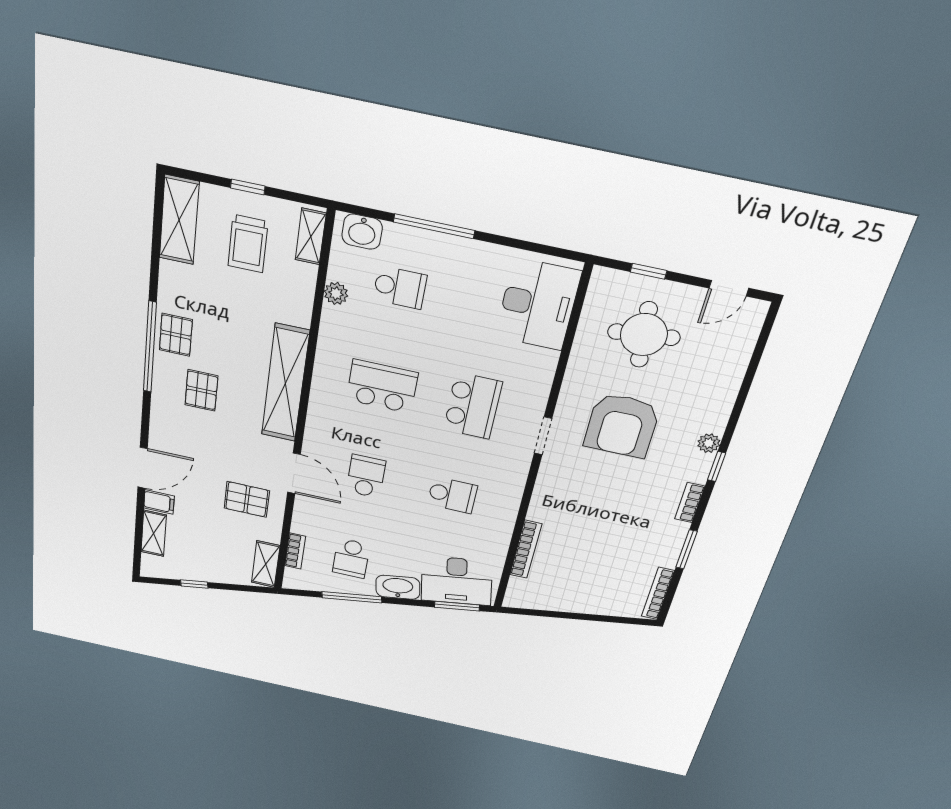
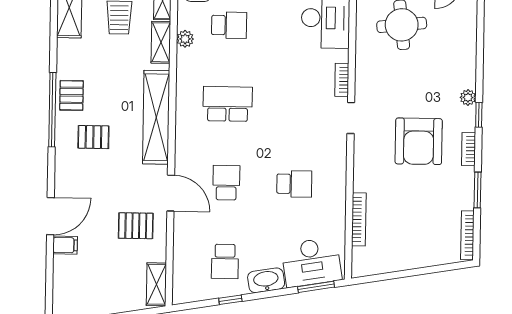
pallet: (201, 390) -> (93, 137), turned 90
school desk: (473, 406) -> (296, 105), removed
armchair: (622, 426) -> (419, 141), moved
shelving: (154, 533) -> (161, 42), moved
bookcase: (295, 551) -> (342, 80), moved, turned 180
window: (352, 597) -> (230, 300), width x0.46

